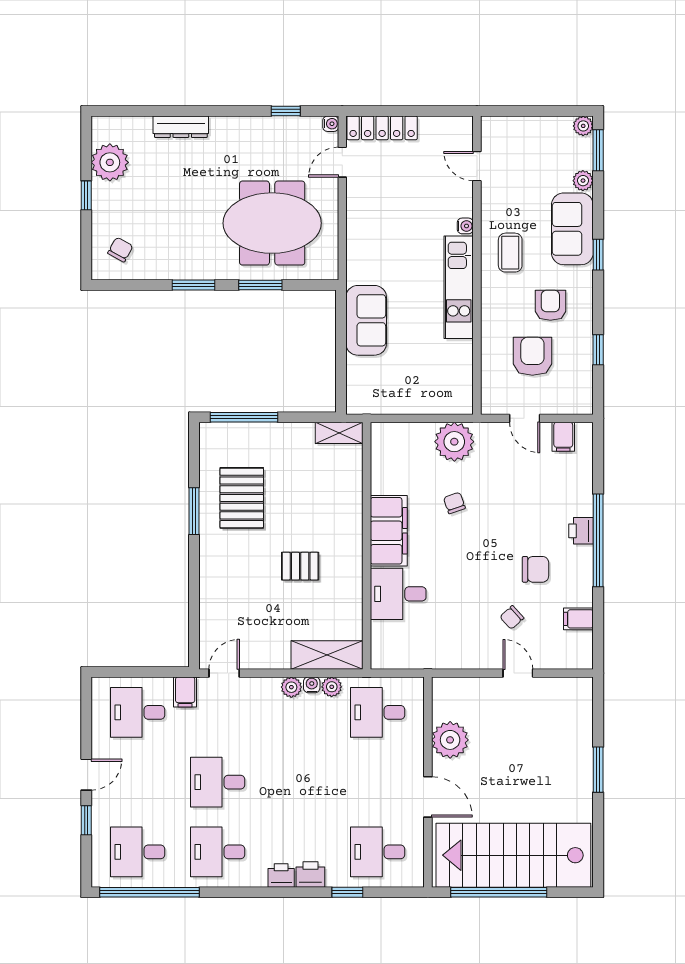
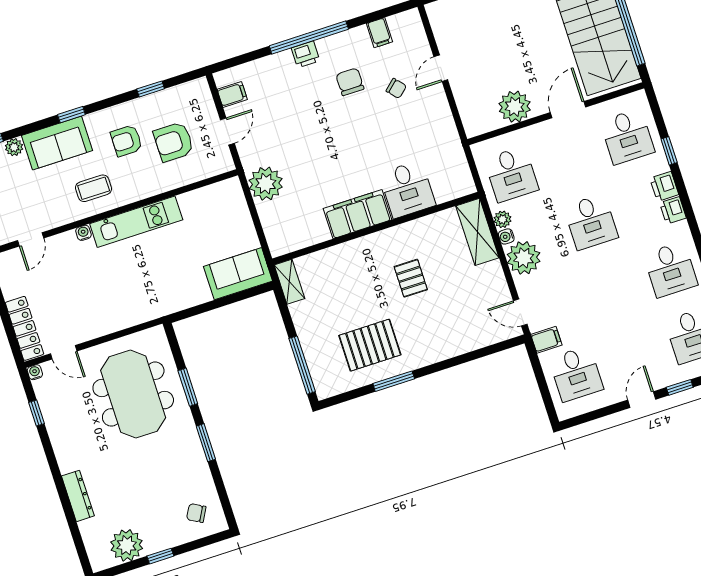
sofa: (366, 320) -> (238, 274), moved
chair: (454, 503) -> (317, 167), removed
plant: (291, 687) -> (524, 258), width x1.87, depth x1.87
door: (86, 775) -> (642, 400), hinge flipped
desk: (218, 782) -> (591, 222), moved

